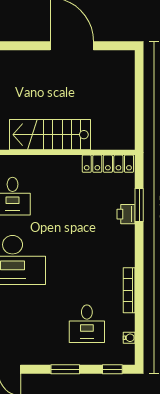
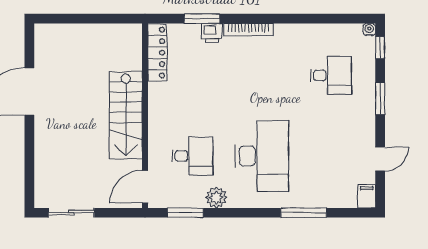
bookcase: (129, 290) -> (248, 30), moved
water cooler: (129, 338) -> (369, 29), moved

